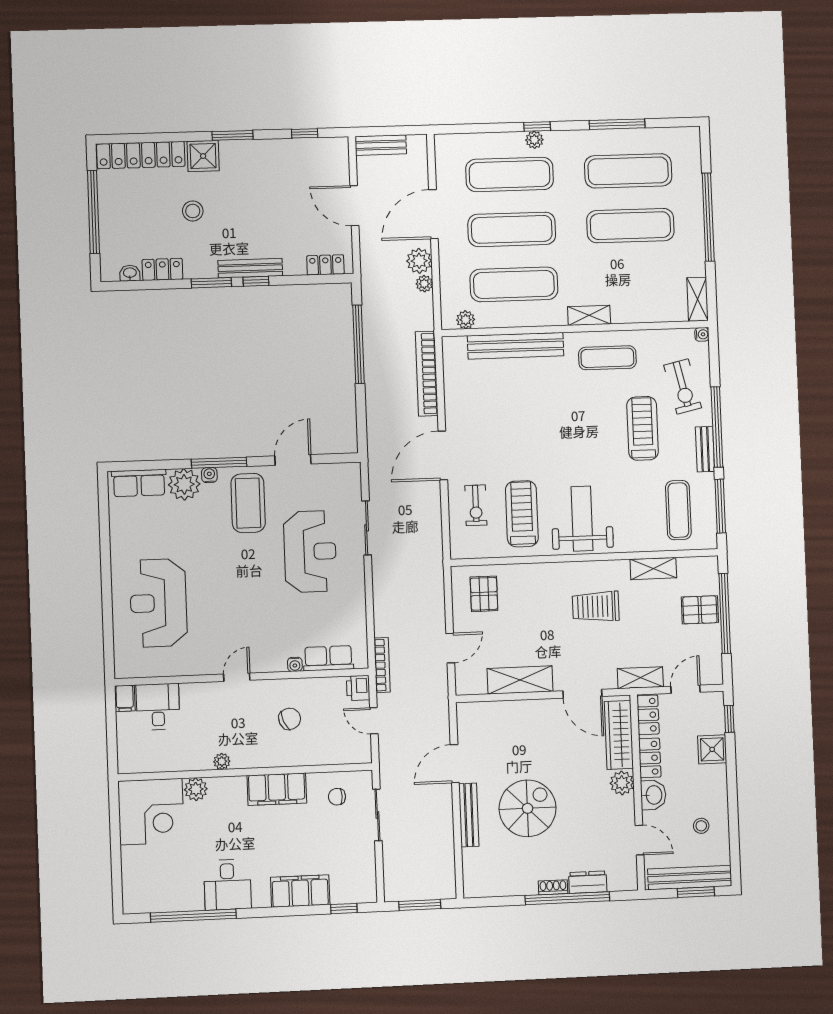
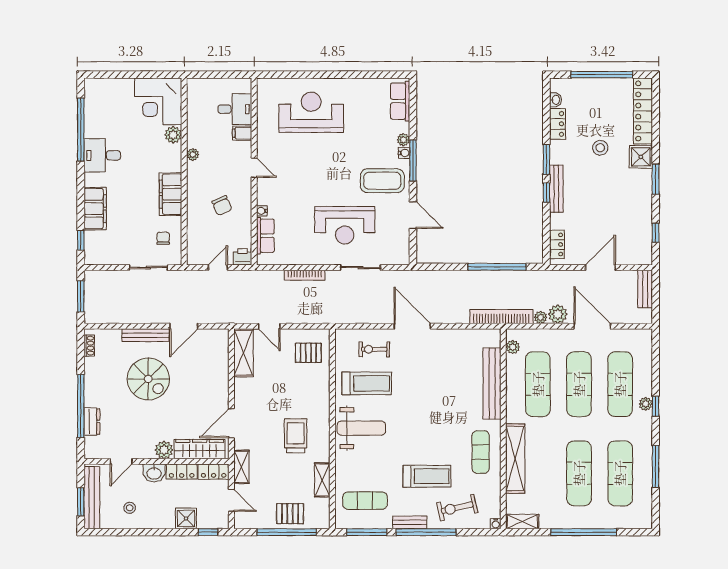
shelving: (589, 315) -> (515, 459), width x2.20, depth x1.33
bookcase: (427, 374) -> (501, 317), moved
plant: (184, 484) -> (403, 140), width x0.53, depth x0.53
pallet: (700, 610) -> (290, 514), turned 90
bookcase: (382, 665) -> (305, 275), moved
shelving: (520, 680) -> (243, 353), moved
filing cabinet: (125, 698) -> (242, 133), moved
door: (455, 764) -> (184, 326), swing flipped
shoe rack: (553, 887) -> (89, 346), moved

